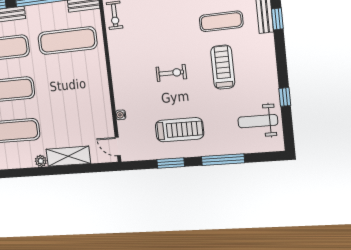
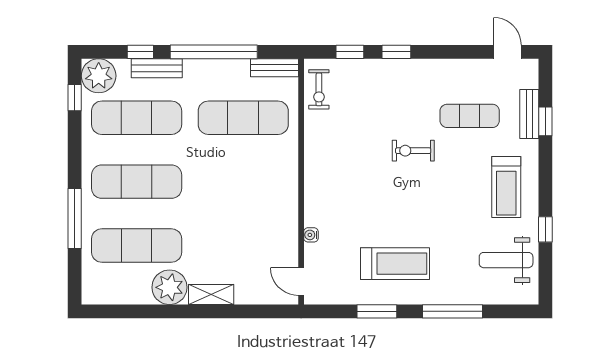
treadmill: (223, 67) -> (506, 187), moved, turned 180
exercise bike: (171, 73) -> (413, 151), moved, turned 180
shelving: (68, 156) -> (211, 295), width x0.67, depth x0.75
plant: (41, 161) -> (169, 287), width x1.87, depth x1.87

